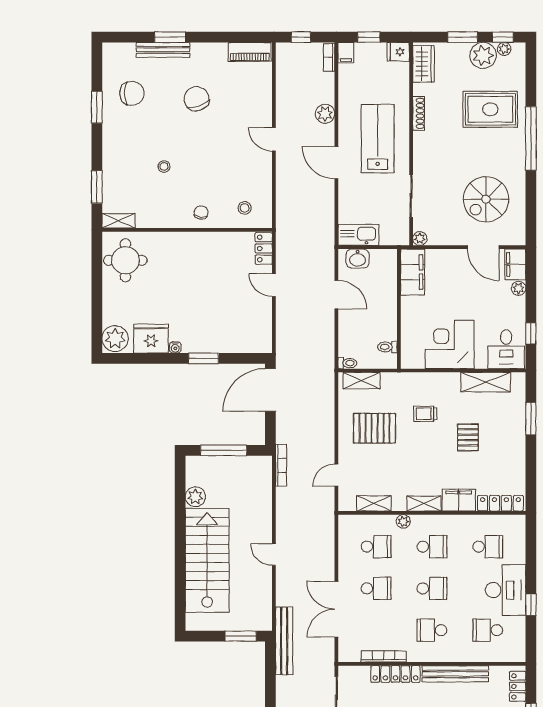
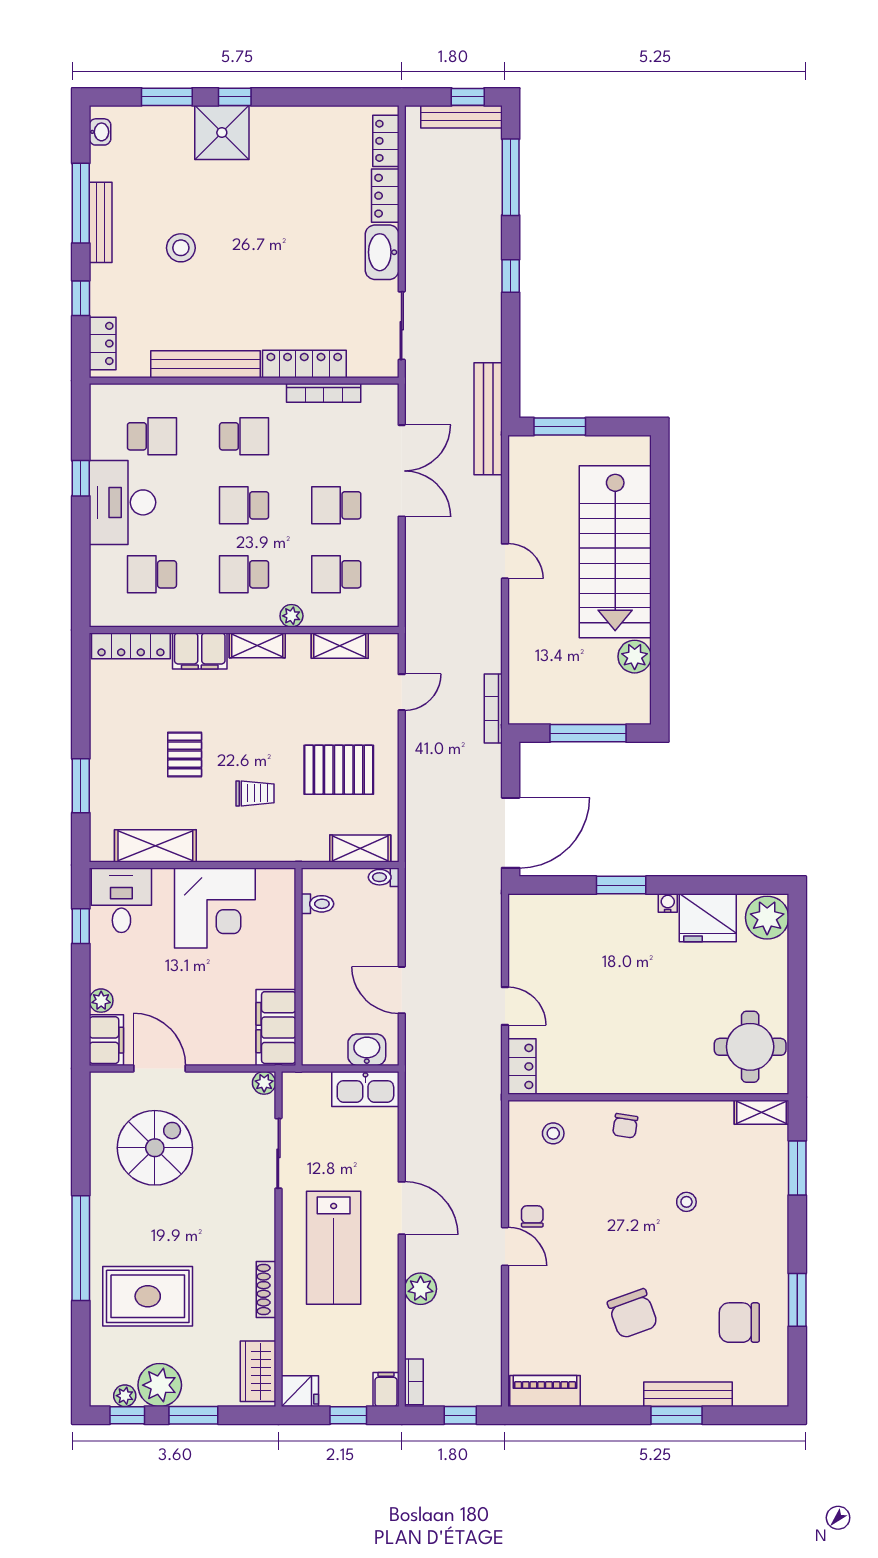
chair: (257, 158) -> (532, 1216), added

